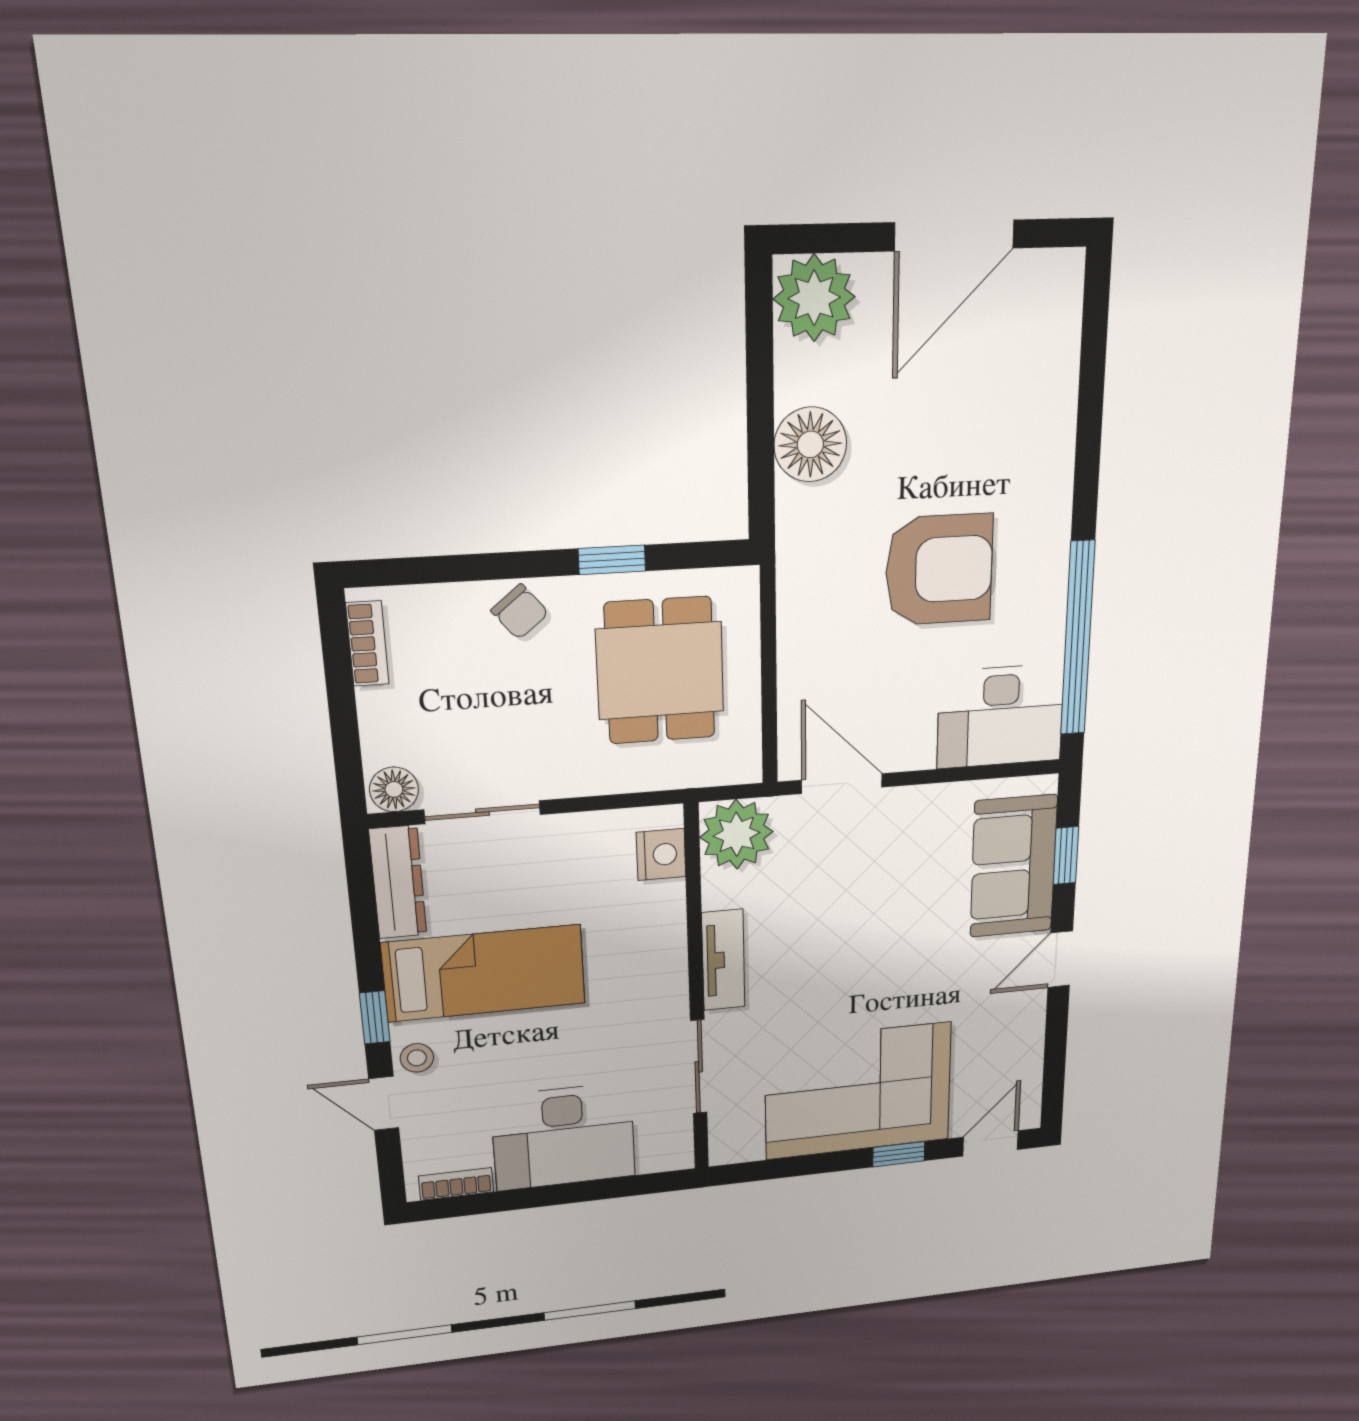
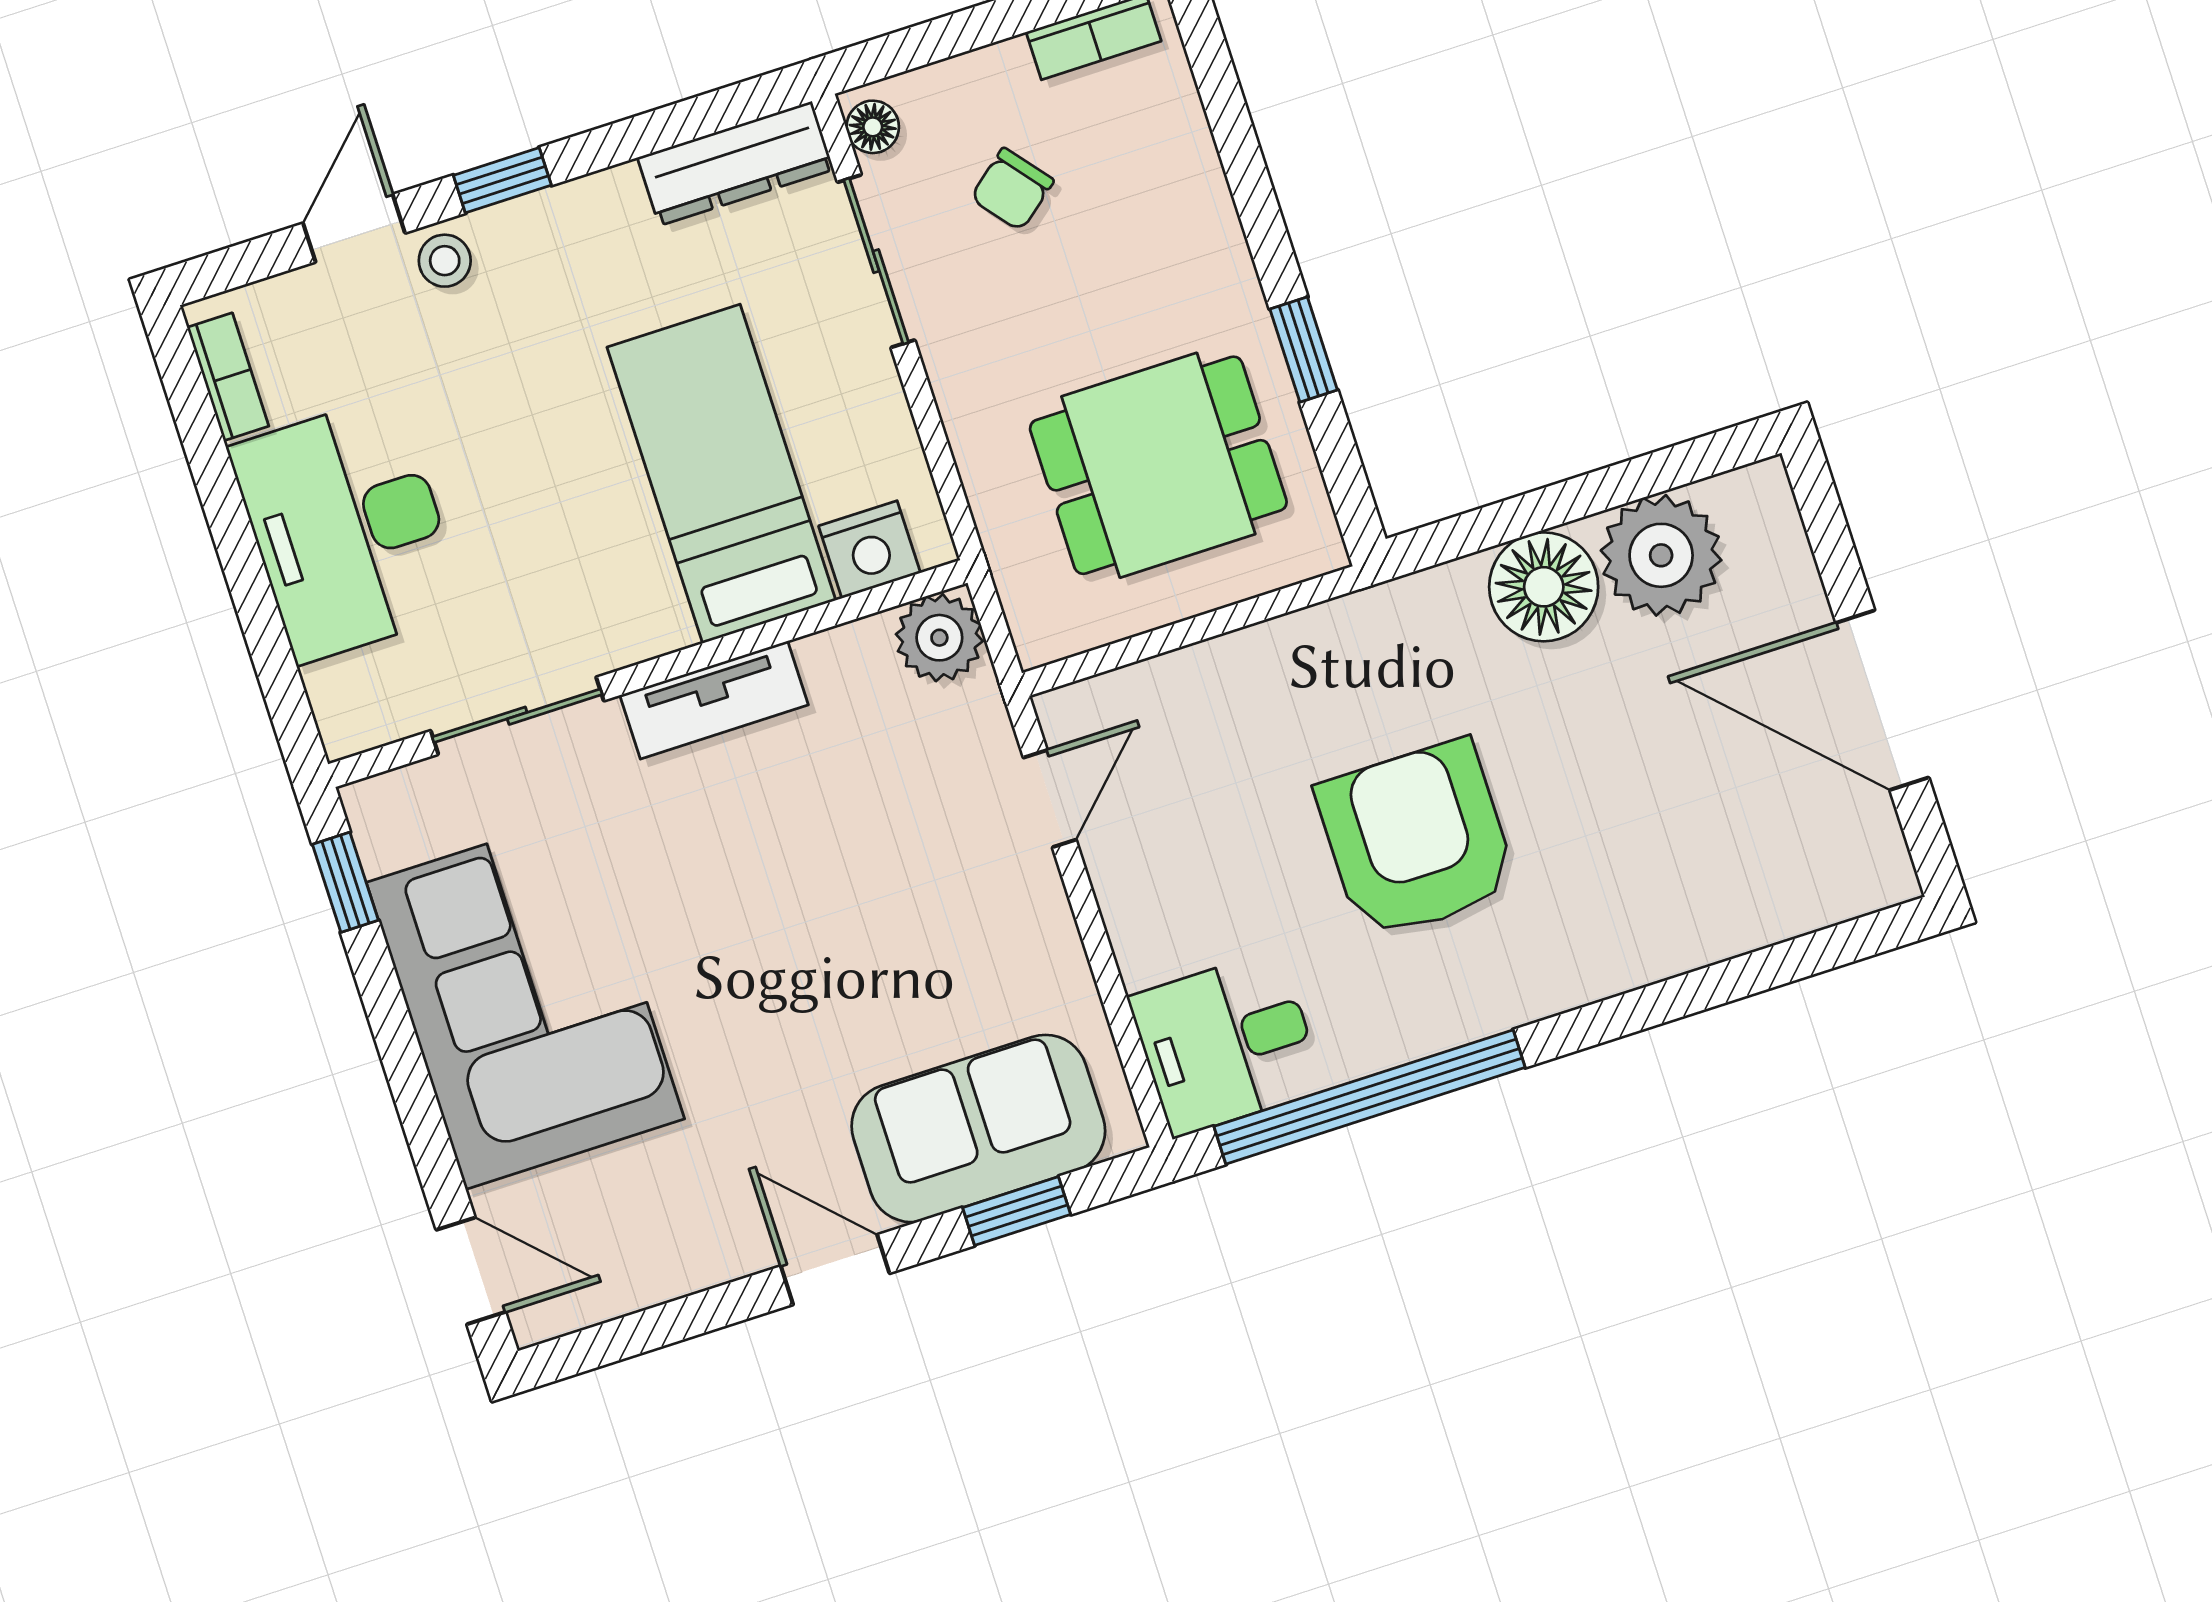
plant: (814, 298) -> (1661, 555), moved
armchair: (939, 570) -> (1417, 840), turned 180
chair: (520, 612) -> (1012, 189), moved
desk: (1000, 716) -> (1226, 1043), width x0.73
door: (842, 784) -> (1050, 799), width x0.73
floor lamp: (394, 789) -> (873, 127), width x0.73, depth x0.73
plant: (737, 834) -> (939, 638), width x0.73, depth x0.73
bed: (484, 973) -> (721, 474), moved, turned 180
window: (899, 1154) -> (345, 882), moved

